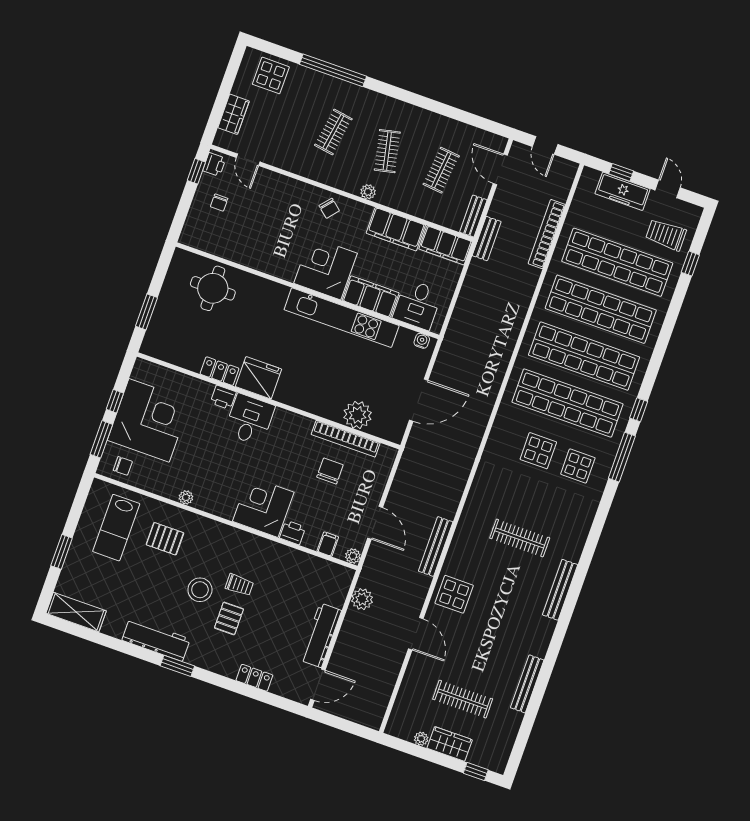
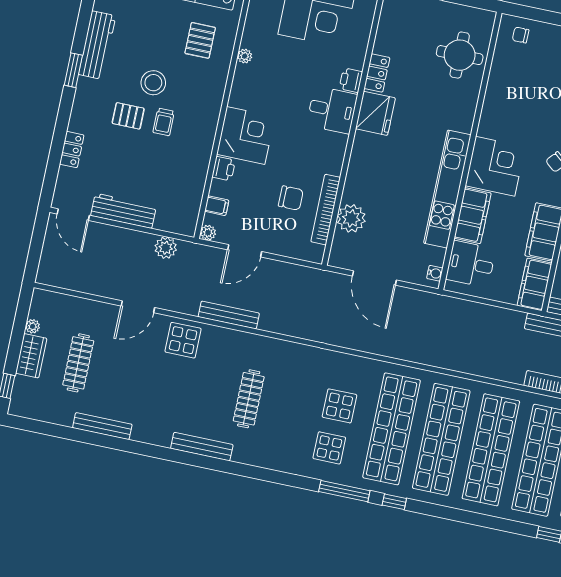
chair: (219, 203) -> (521, 35), moved

